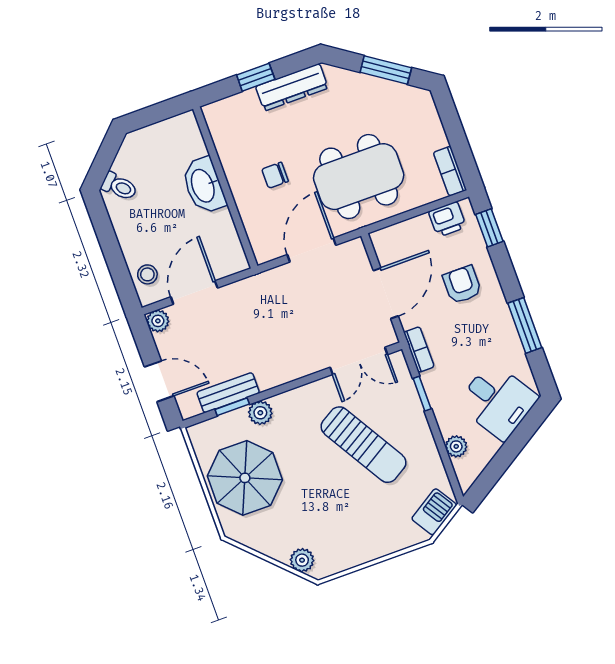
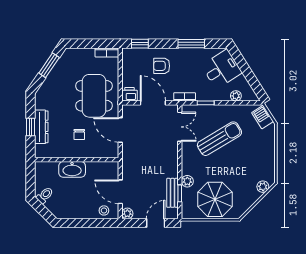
dresser: (292, 87) -> (41, 127), moved
toilet: (119, 186) -> (45, 195), moved
printer: (447, 219) -> (129, 94), moved, turned -90

